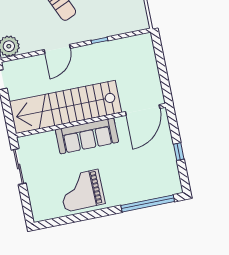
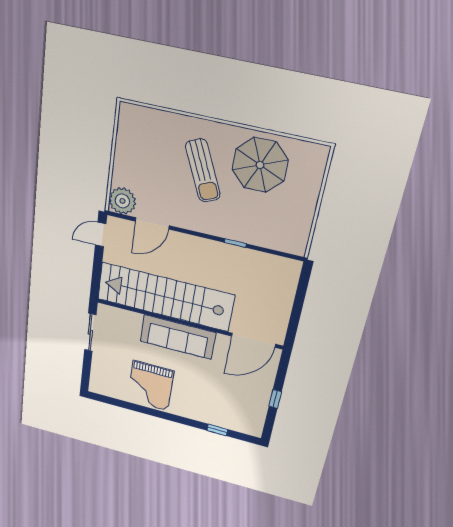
door: (57, 49) -> (152, 223), moved
grand piano: (82, 191) -> (150, 386), turned -89
window: (148, 203) -> (217, 430), width x0.32

